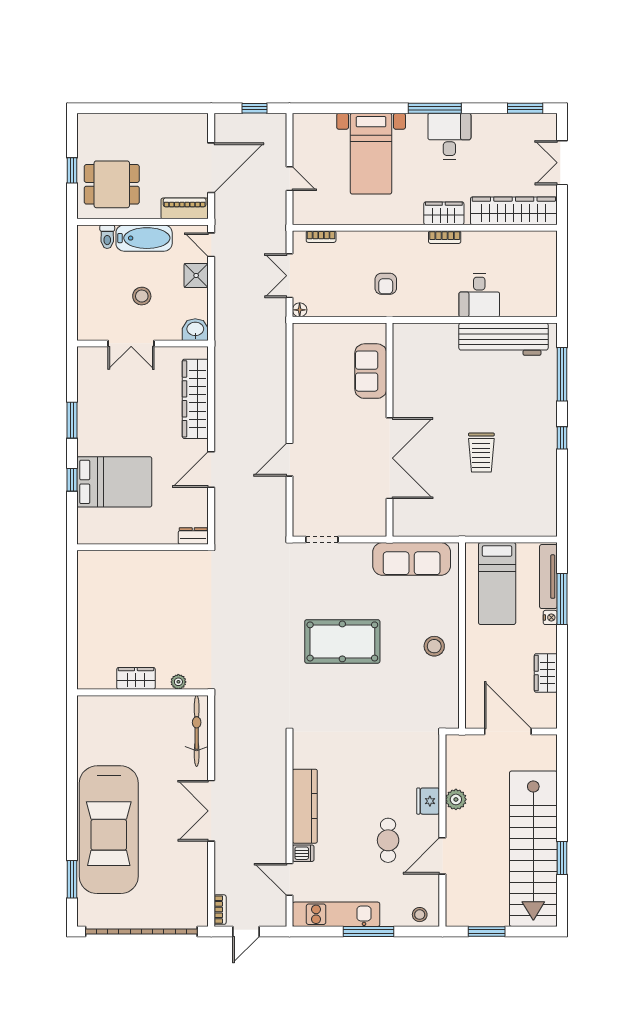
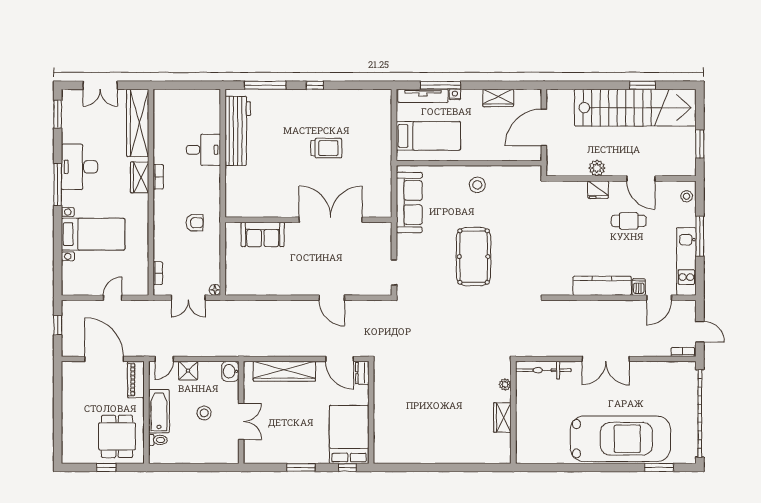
desk: (449, 136) -> (79, 167), width x1.37
dresser: (193, 536) -> (362, 373), moved
wall: (143, 547) -> (371, 412), moved

